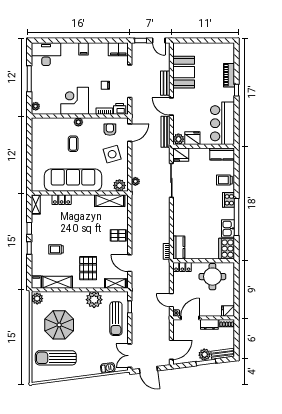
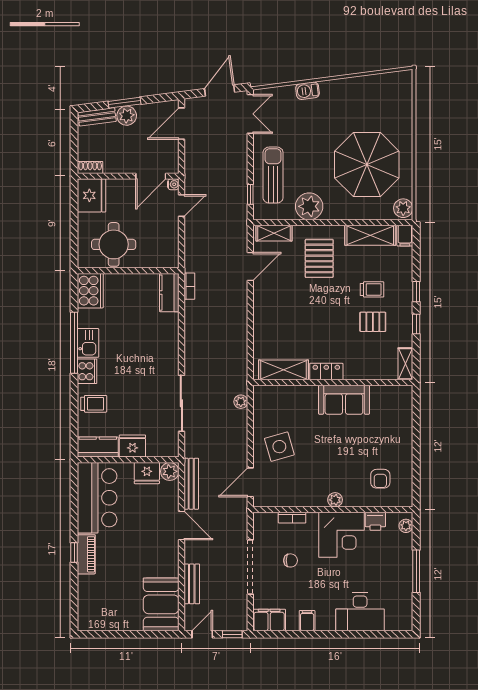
door: (159, 41) -> (202, 634), hinge flipped
filing cabinet: (84, 49) -> (307, 621), moved
desk: (46, 54) -> (360, 612), moved
booth: (184, 72) -> (161, 604), moved
piano: (229, 75) -> (86, 554), moved
bench: (165, 83) -> (192, 584), moved
printer: (120, 109) -> (375, 521), moved
armchair: (110, 130) -> (380, 479), moved
coffee table: (73, 144) -> (344, 464), removed
fridge: (181, 155) -> (132, 446), moved
sofa: (73, 180) -> (344, 400), width x0.54, depth x0.79
plant: (119, 185) -> (267, 395), removed
locker: (62, 200) -> (326, 371), moved
kitchen sink: (228, 228) -> (88, 343), moved
pallet: (118, 235) -> (373, 322), moved
door: (130, 263) -> (250, 267), hinge flipped
locker: (182, 267) -> (163, 260), removed
door: (171, 300) -> (181, 205), hinge flipped
fridge: (228, 311) -> (92, 195), width x1.88, depth x1.34
dresser: (209, 324) -> (119, 165), removed
parasol: (59, 325) -> (367, 165), width x1.36, depth x1.36
sun lounger: (56, 358) -> (372, 110), removed
barbecue: (108, 368) -> (308, 91), moved
door: (148, 370) -> (220, 90), hinge flipped

